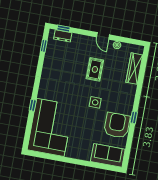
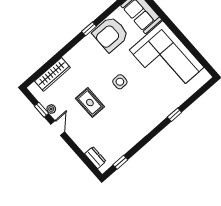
window: (63, 29) -> (42, 110), moved
rug: (95, 69) -> (90, 103), turned 90
side table: (95, 102) -> (120, 82), moved
corner sofa: (50, 127) -> (167, 59), moved, turned -90

